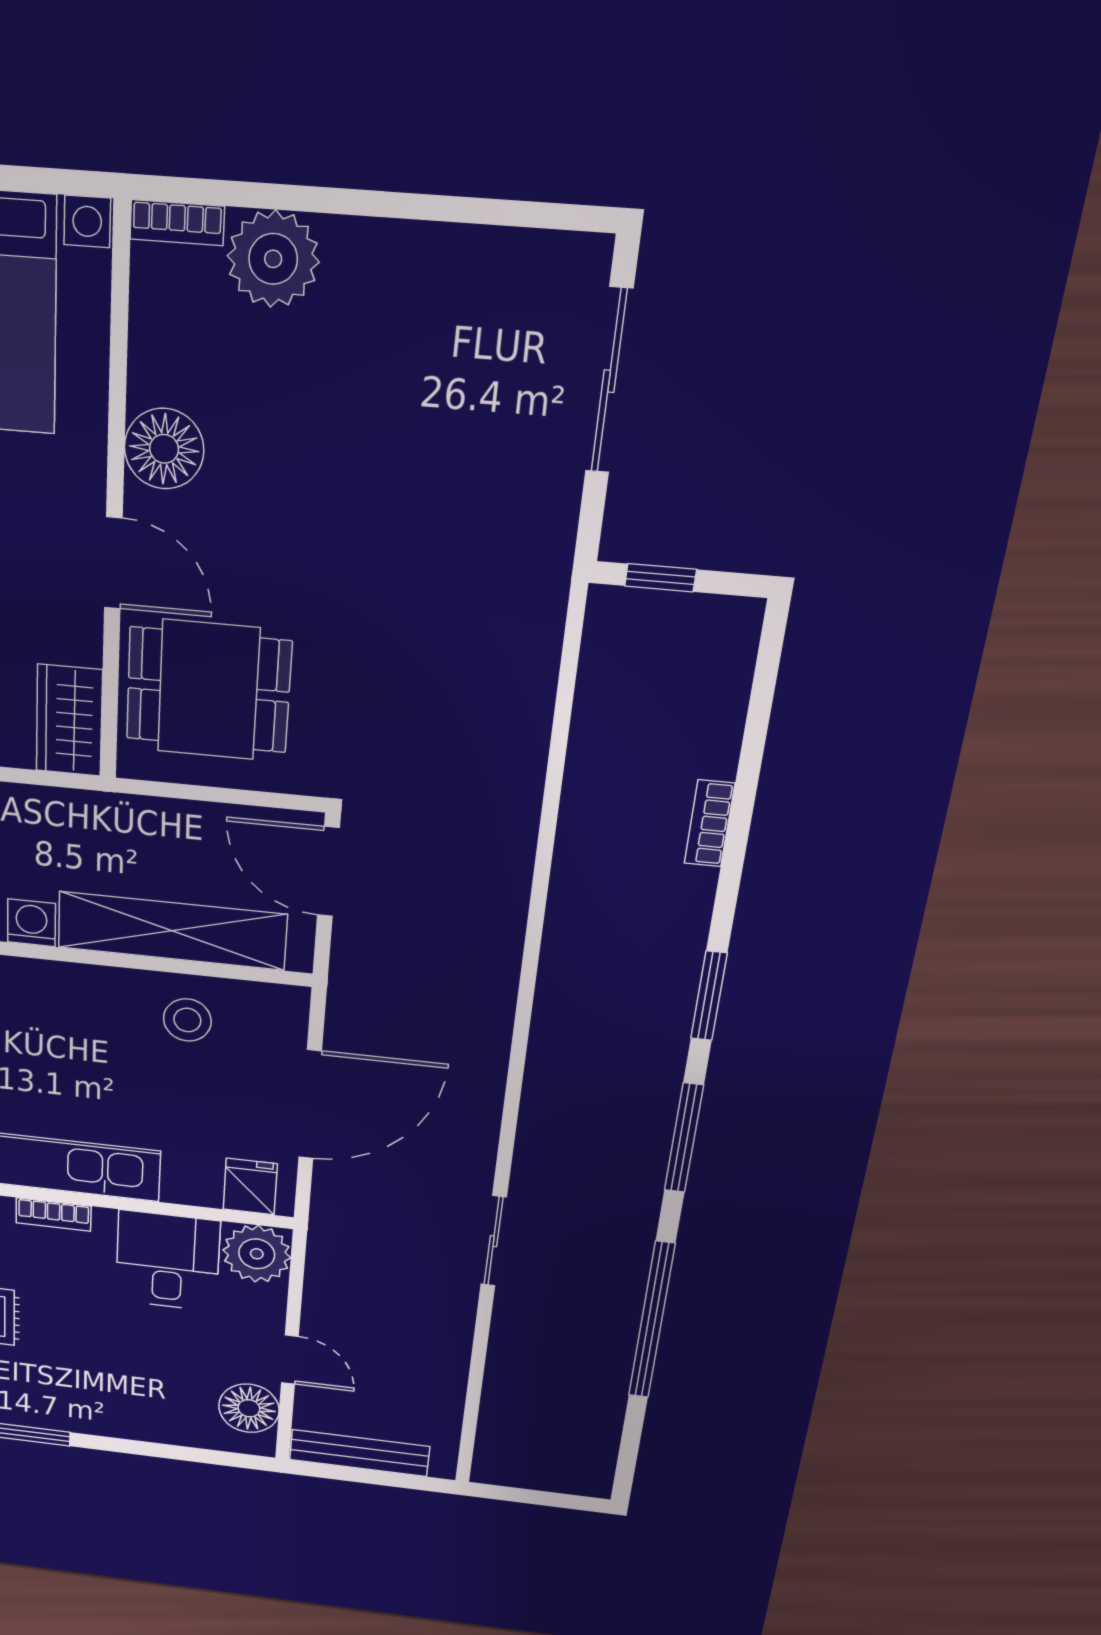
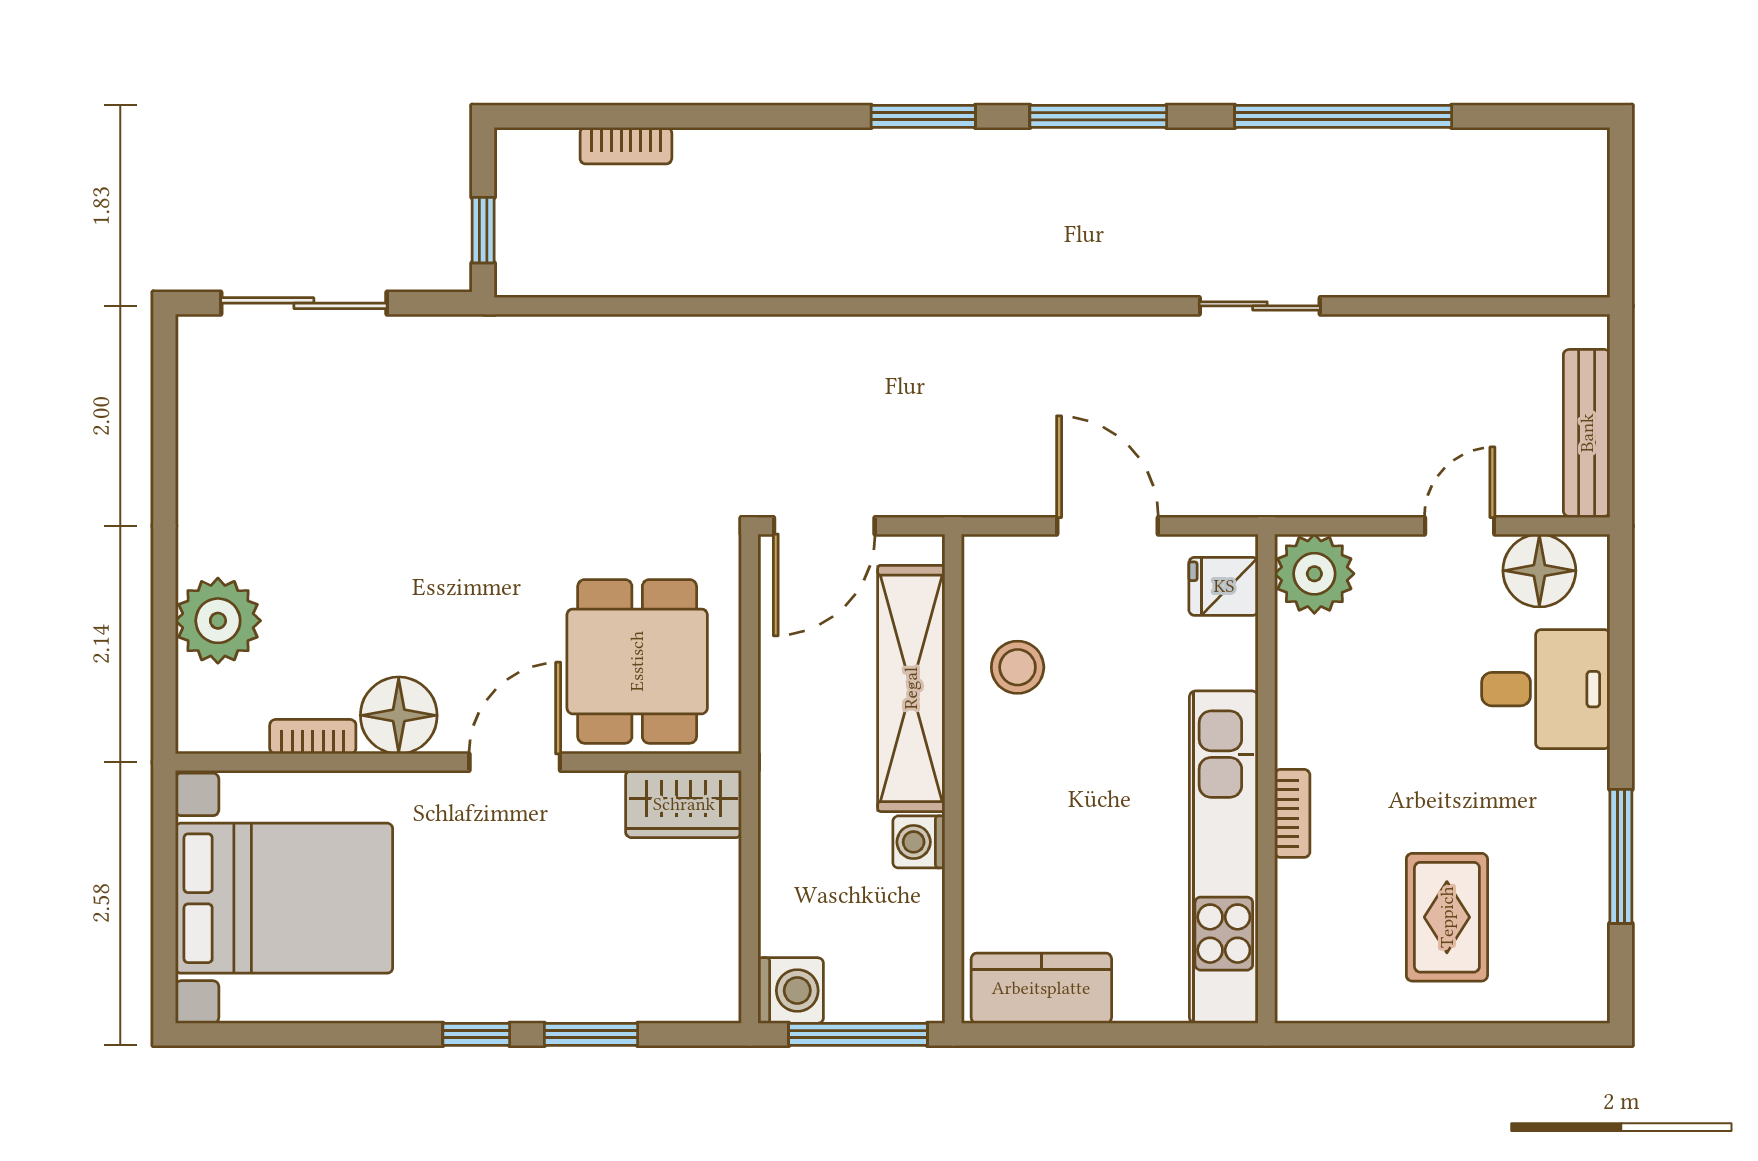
bookcase: (177, 223) -> (313, 737), moved, turned -90
bookcase: (709, 823) -> (626, 146), moved
door: (310, 1105) -> (1107, 526), width x0.73
desk: (168, 1261) -> (1546, 689), moved, turned 180

